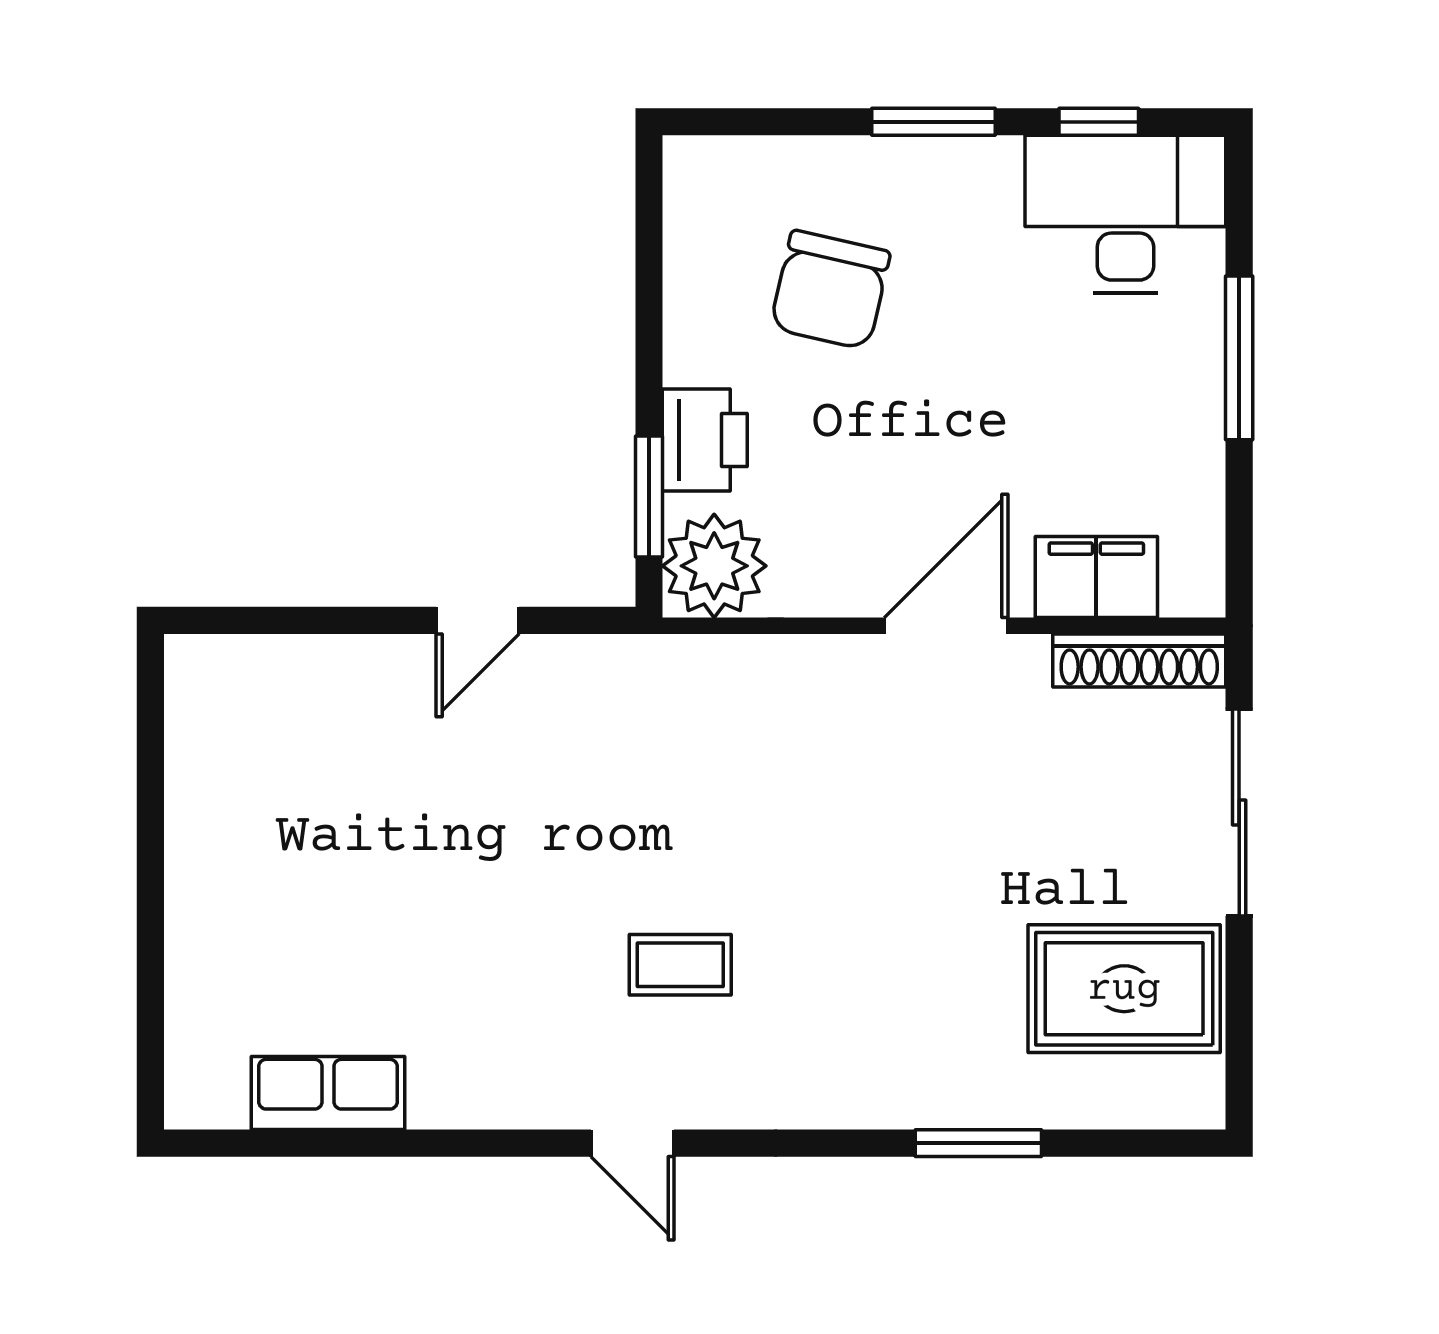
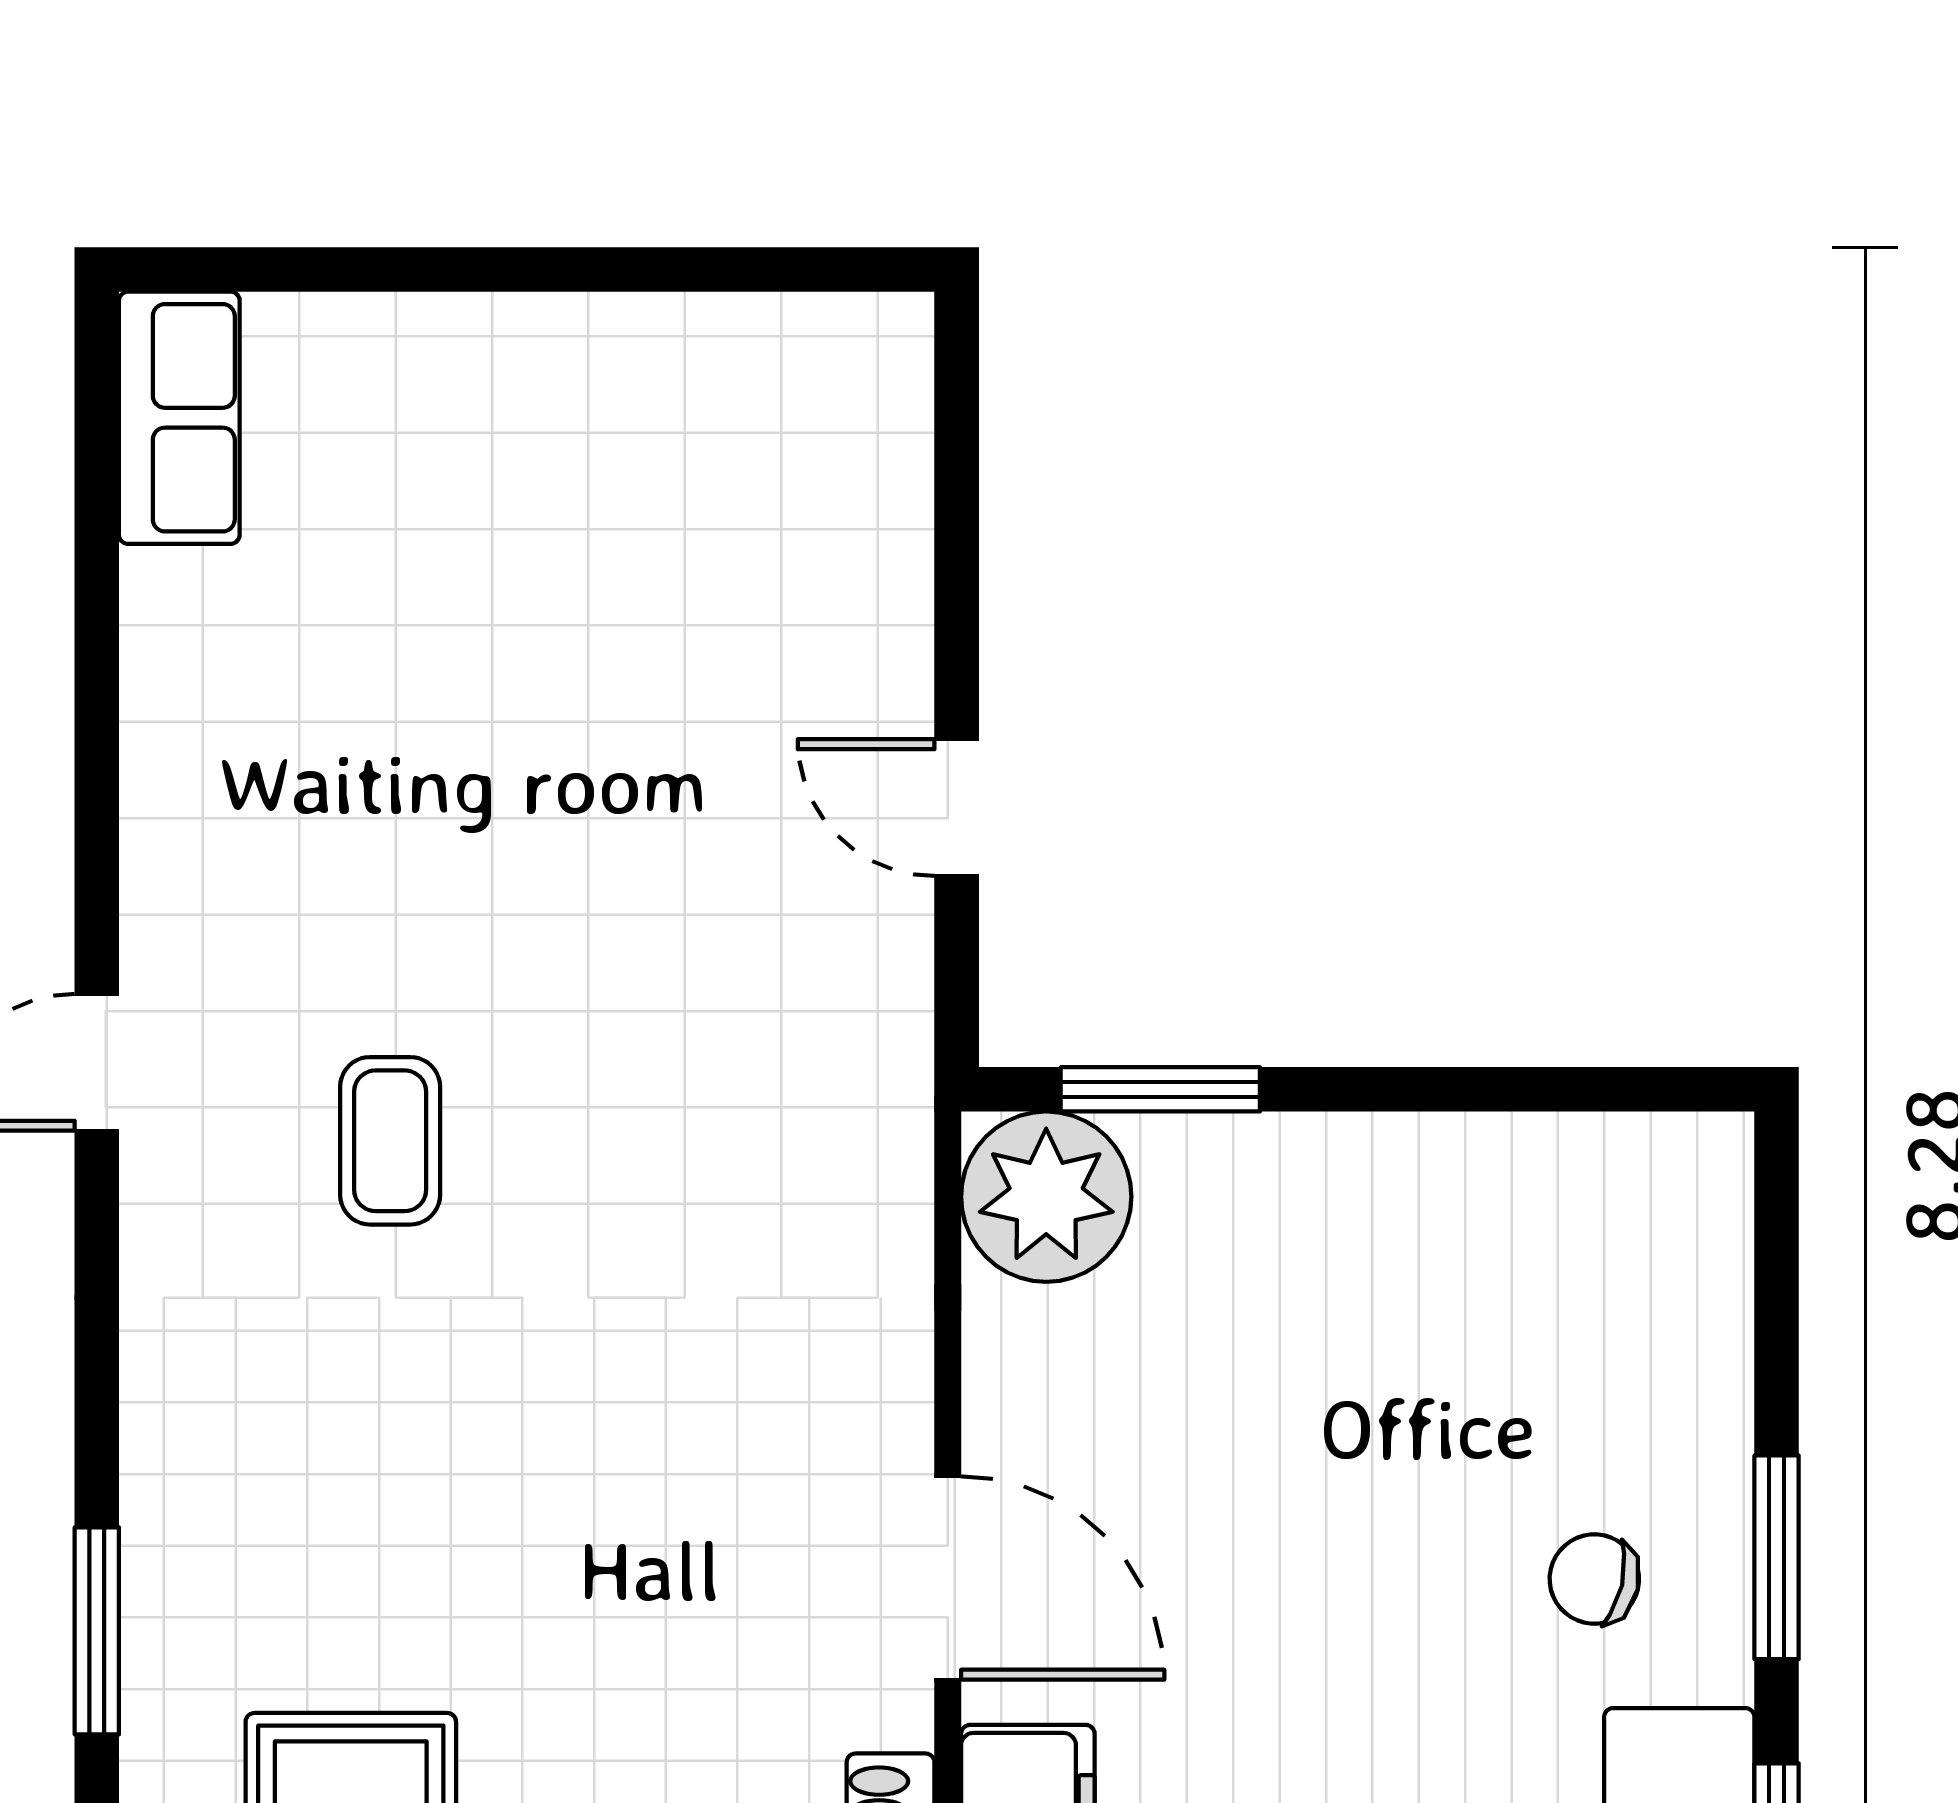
chair: (830, 290) -> (1594, 1579), moved, width x0.54, depth x0.54
printer: (705, 440) -> (1253, 1181), removed
row of seats: (328, 1093) -> (179, 418), moved

